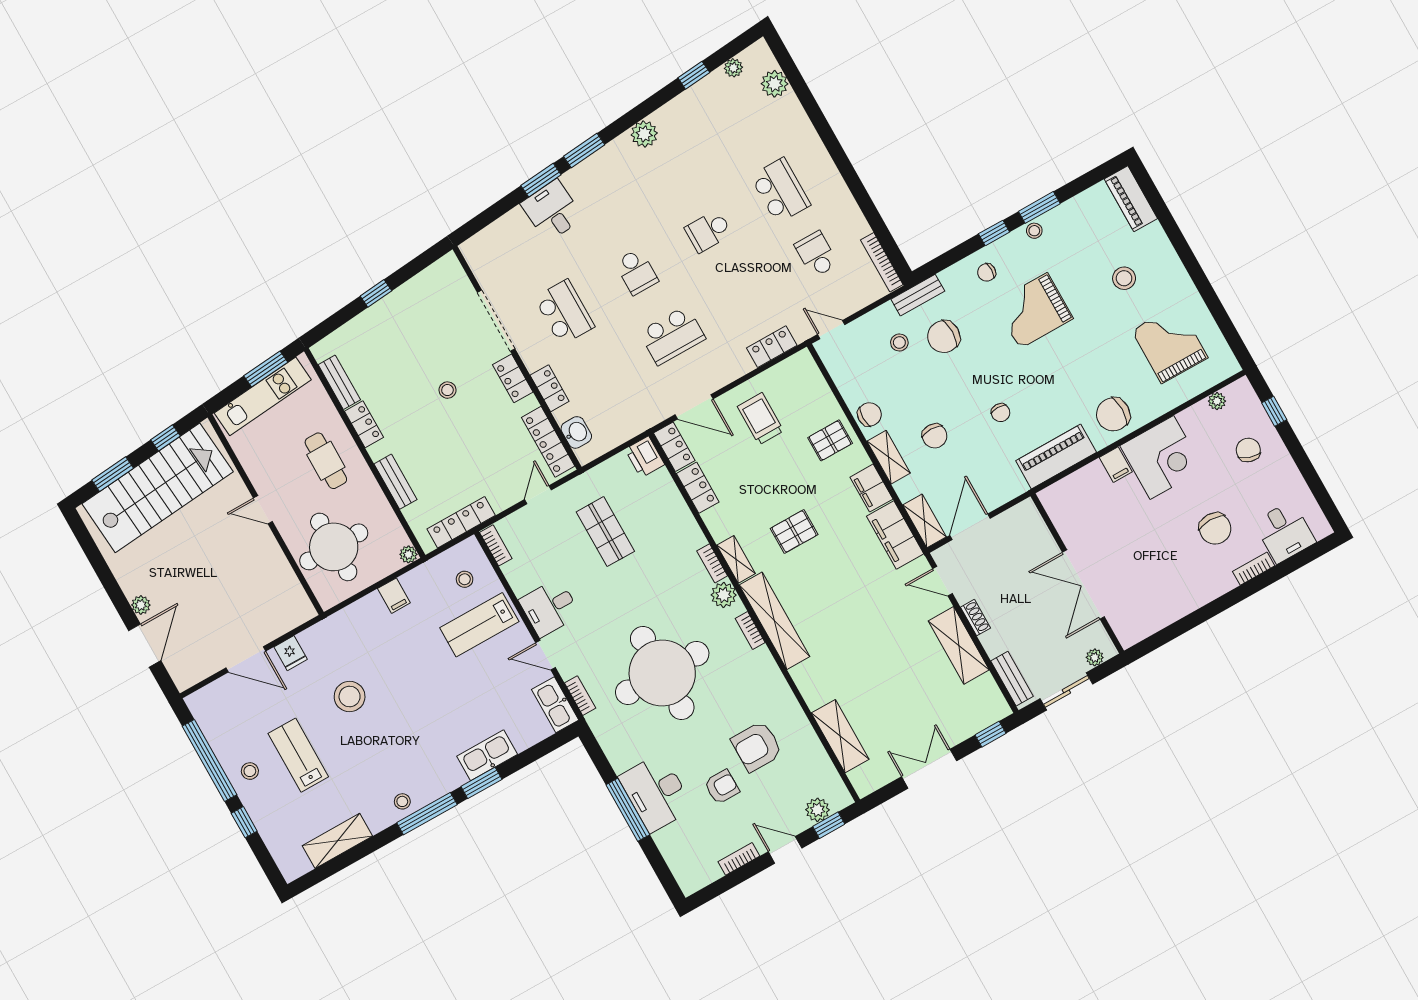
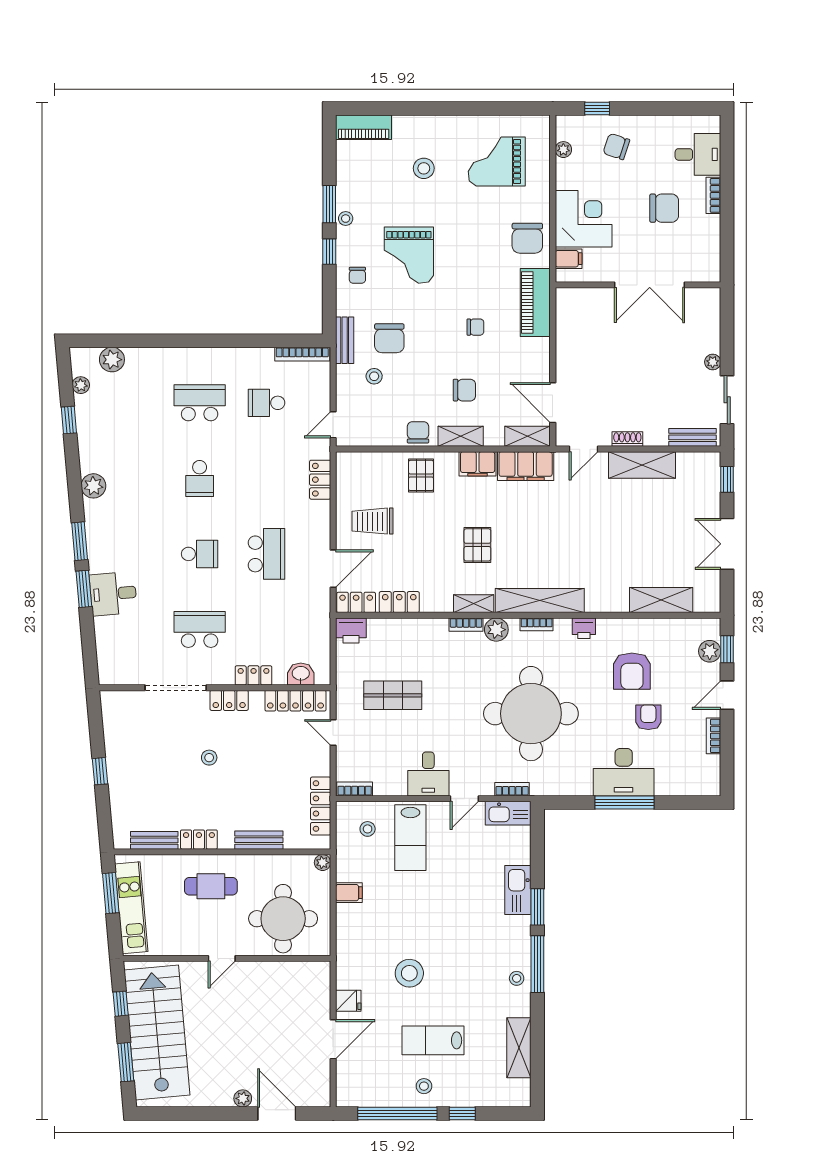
wall: (1077, 573) -> (638, 285), moved
double door: (1083, 584) -> (650, 285), moved
printer: (772, 678) -> (584, 628), added

